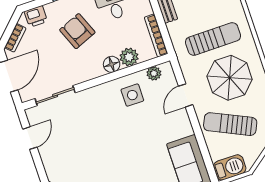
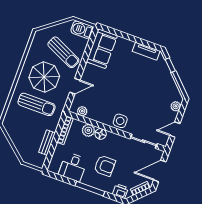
armchair: (77, 31) -> (105, 166), turned -68
sun lounger: (213, 39) -> (37, 104), turned 180
side table: (132, 95) -> (120, 121), moved
plant: (50, 166) -> (176, 106), added

